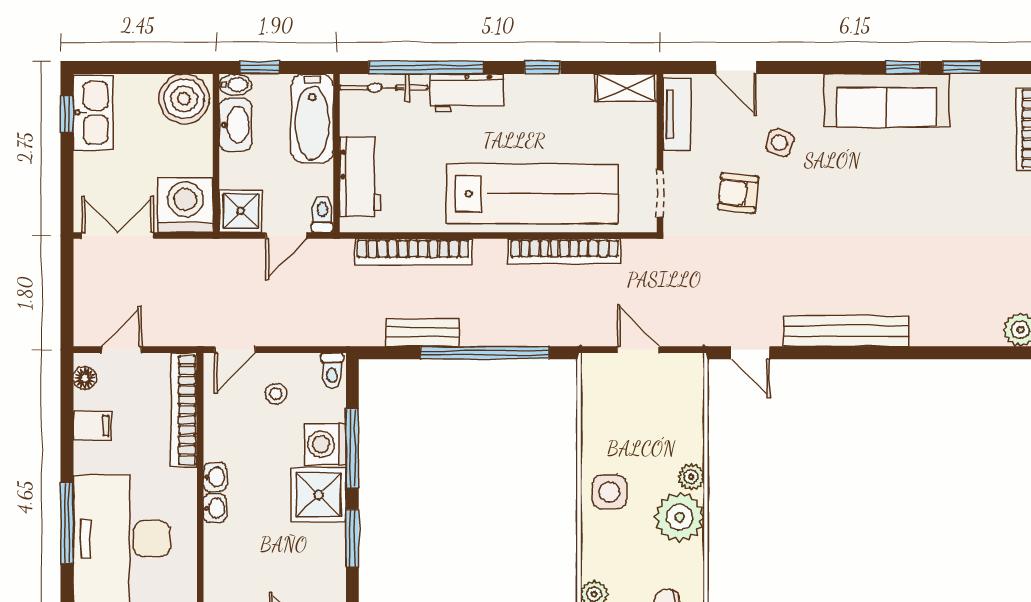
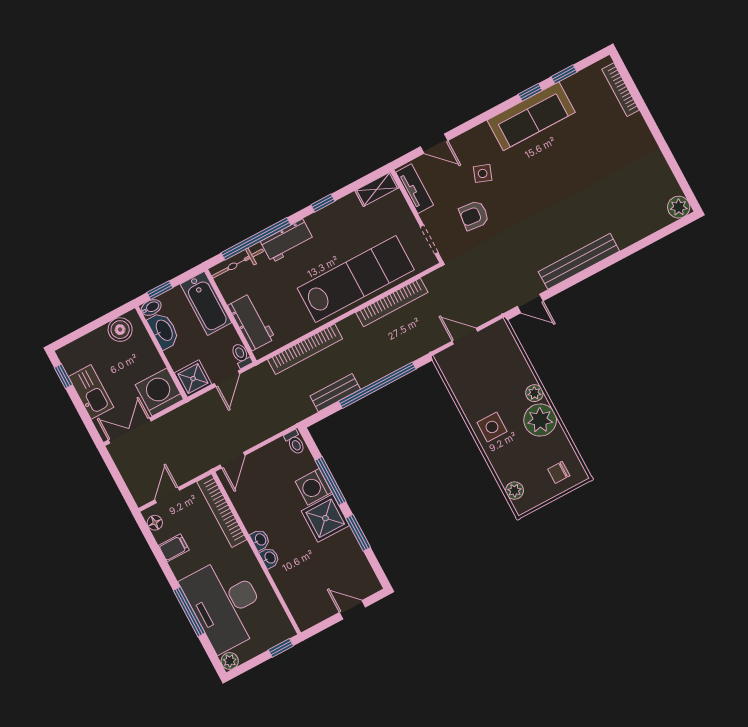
boiler: (184, 99) -> (120, 330), width x0.73, depth x0.73
kitchen sink: (93, 112) -> (91, 392), moved
stool: (276, 393) -> (270, 473), removed

